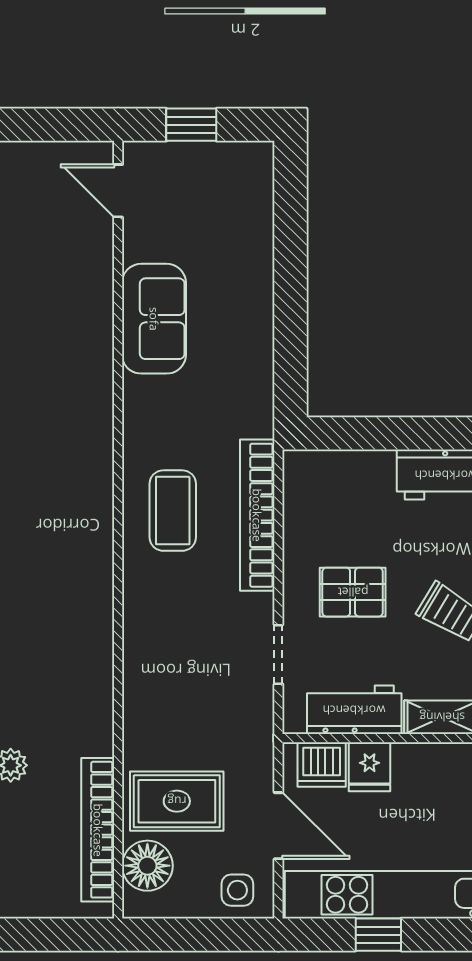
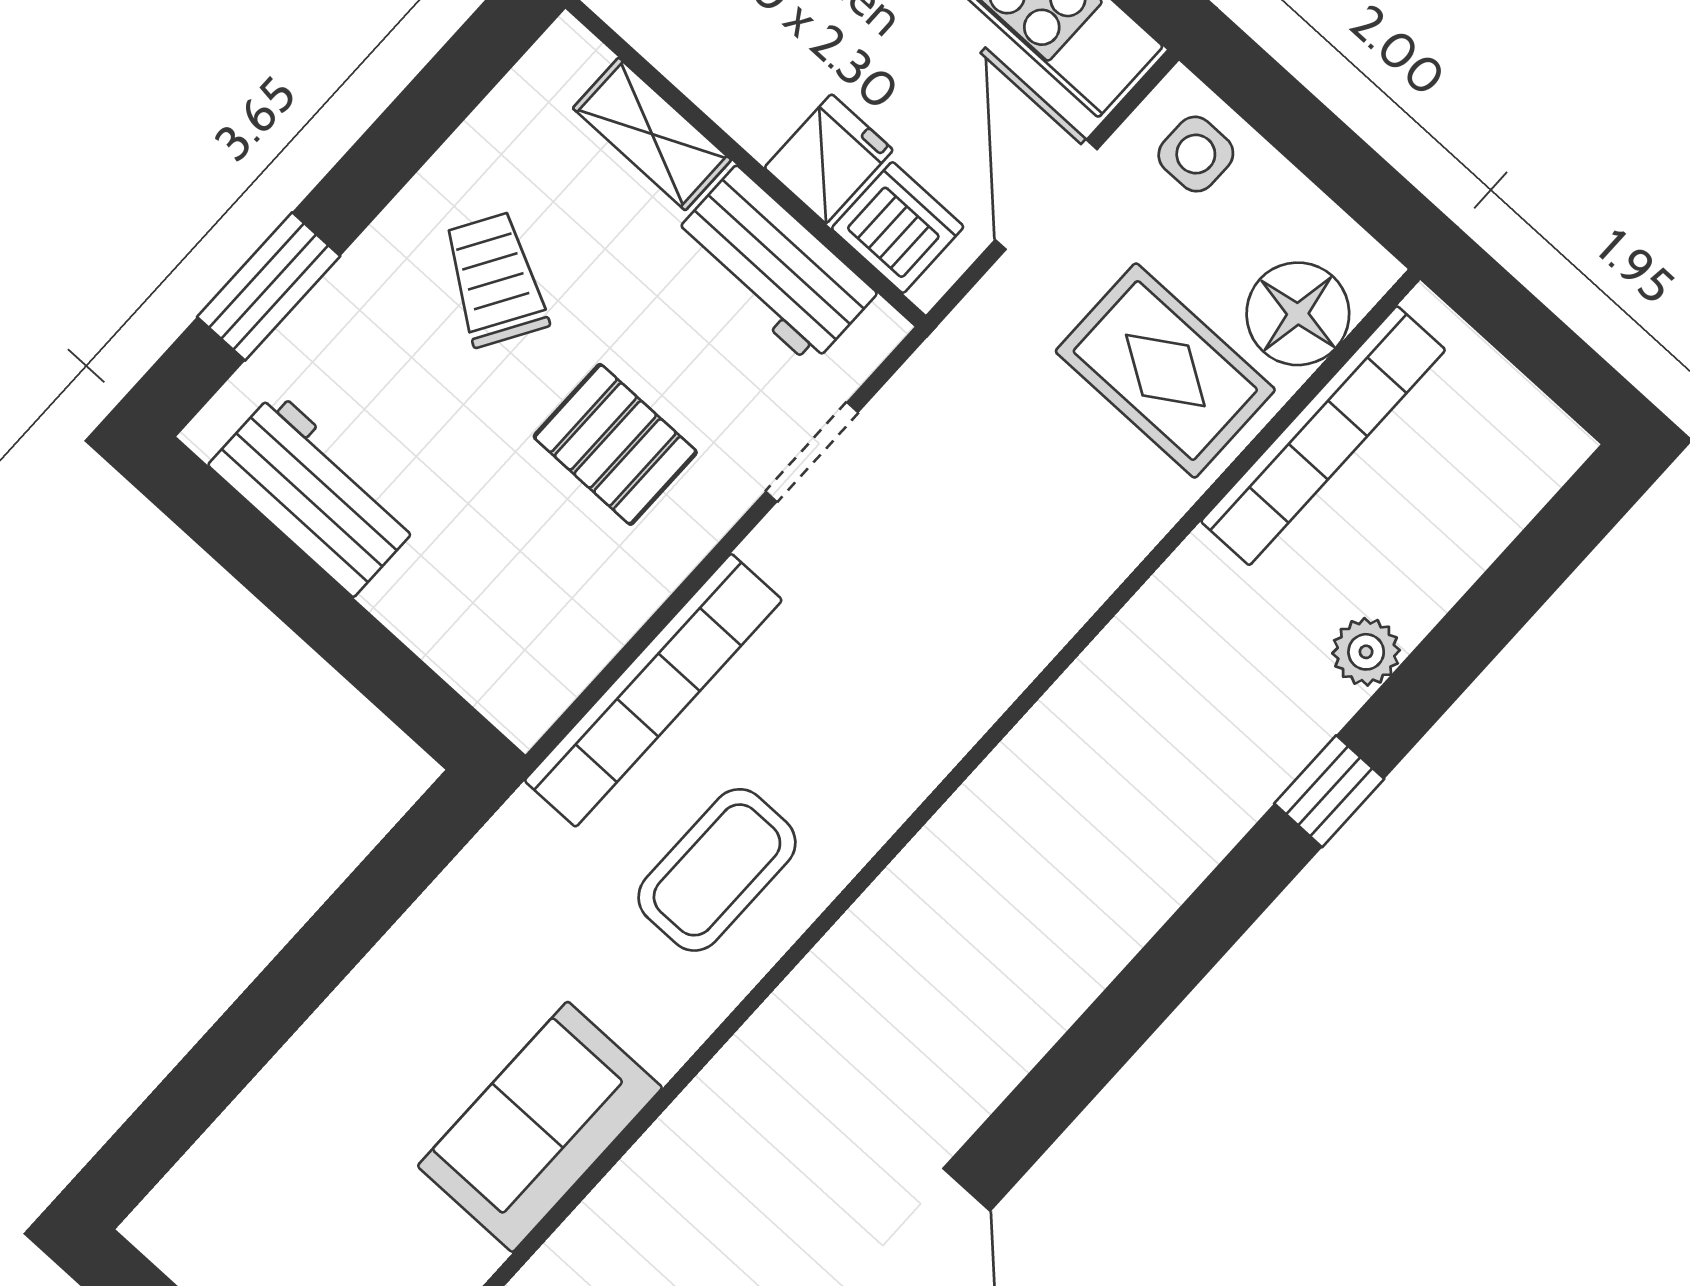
coffee table: (173, 511) -> (717, 870), moved

